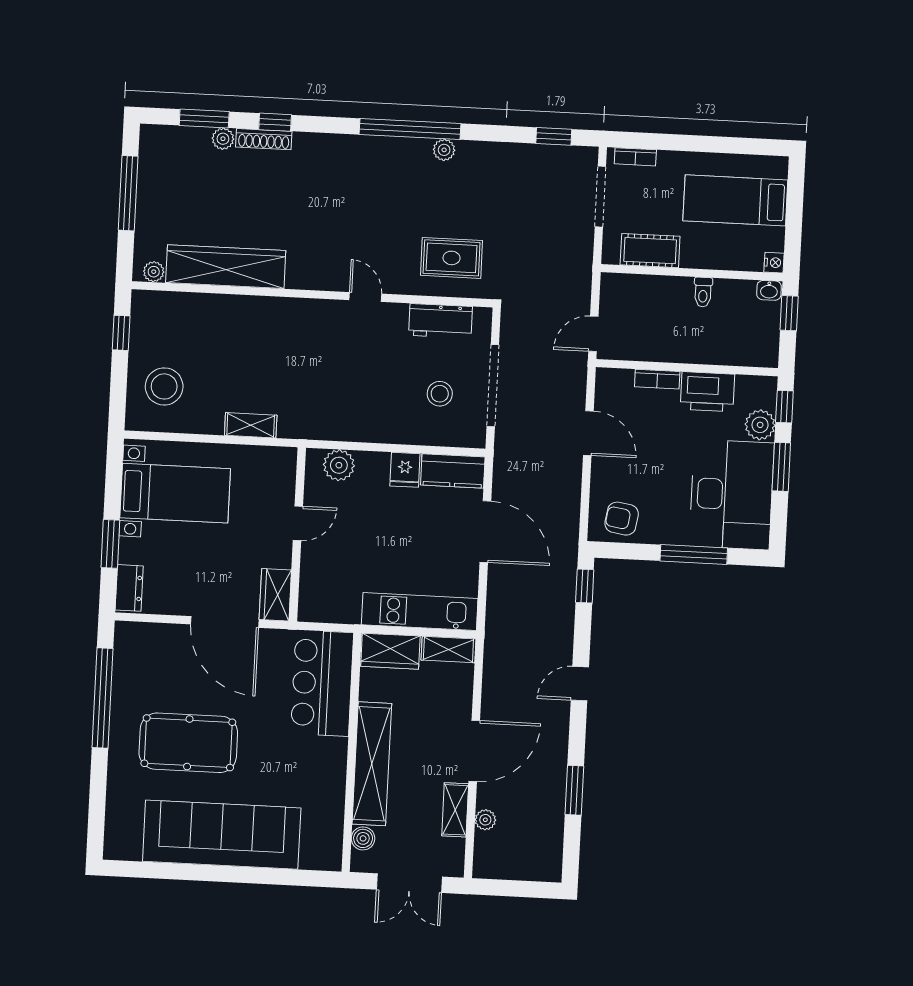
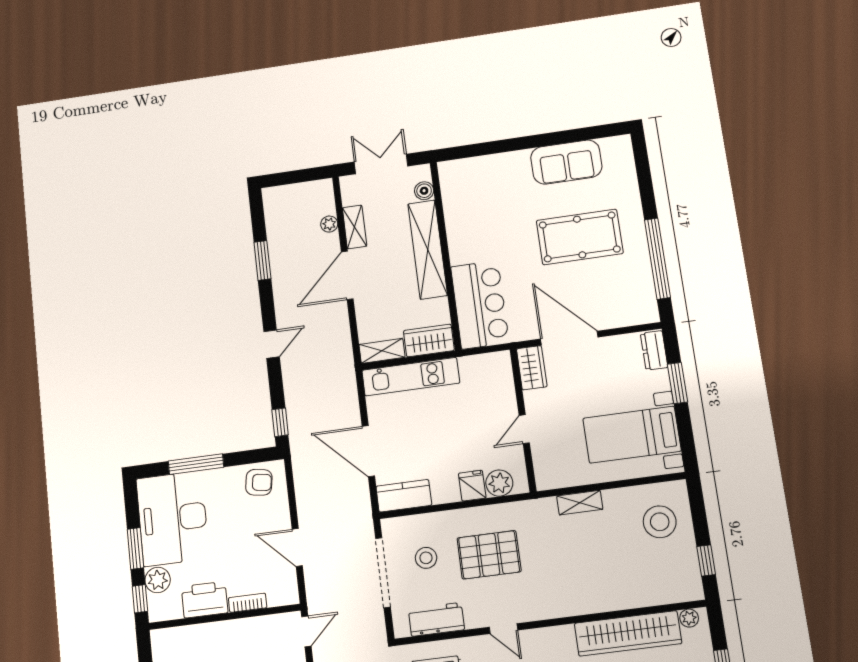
pallet: (366, 384) -> (489, 555), added
fridge: (405, 470) -> (472, 486), moved
sofa: (222, 835) -> (566, 162), width x0.54, depth x0.79

